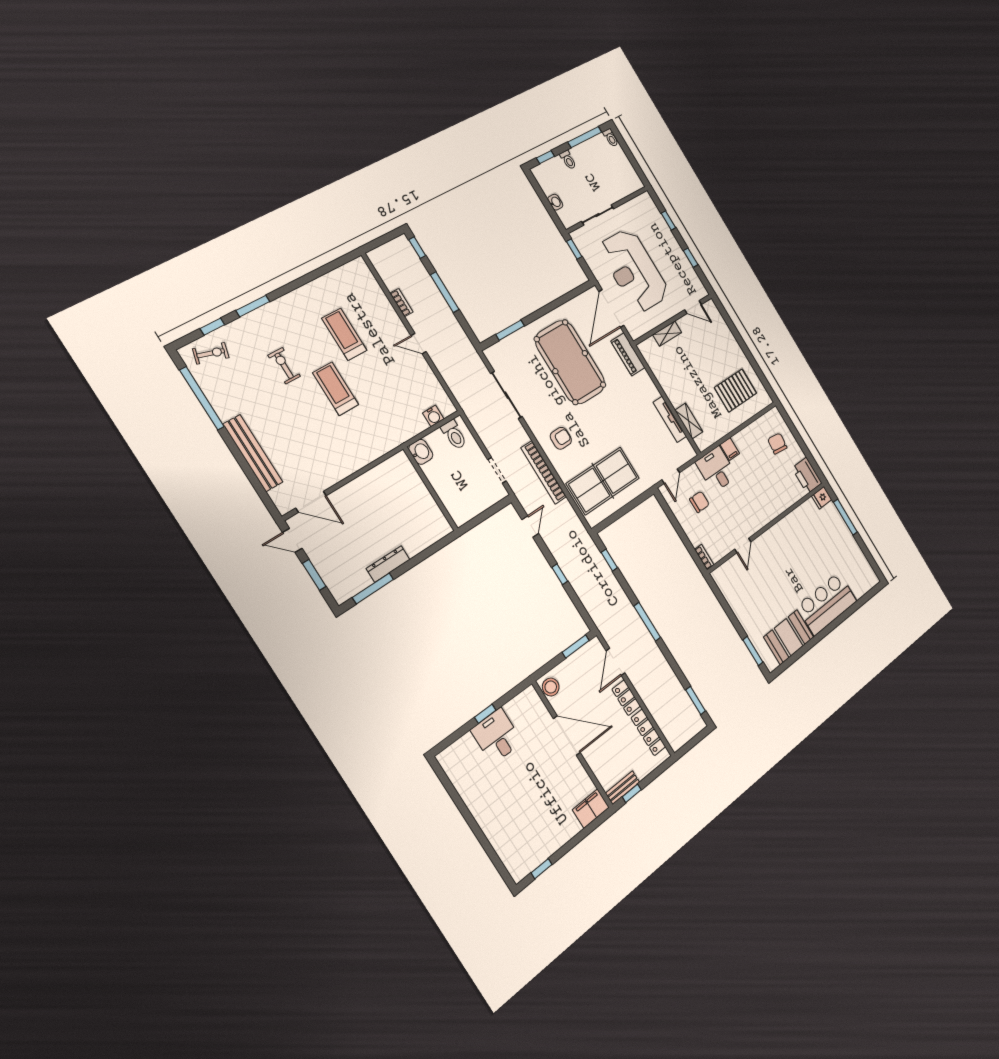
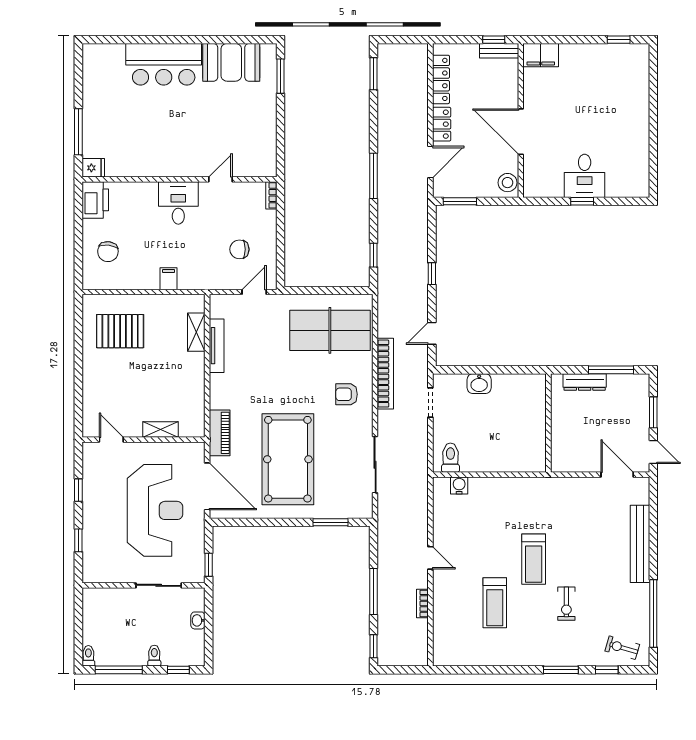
door: (611, 309) -> (207, 486), hinge flipped
washbasin: (421, 452) -> (479, 384), moved, turned -90
desk: (716, 469) -> (178, 203), moved, turned 180
wall: (431, 489) -> (548, 423), moved

